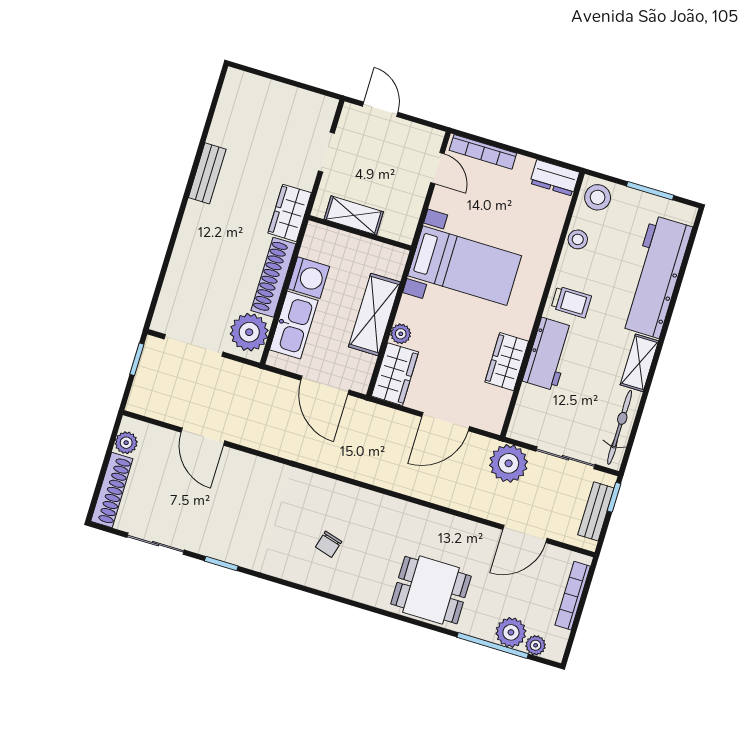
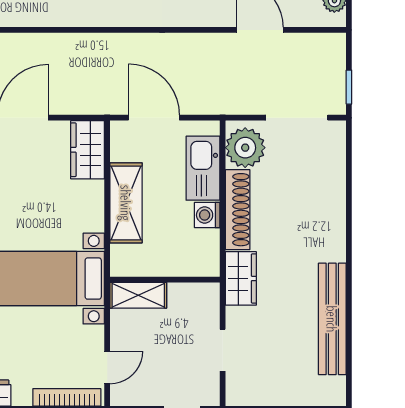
door: (437, 168) -> (107, 367), swing flipped
bench: (207, 173) -> (332, 319), width x1.86, depth x1.21
shelving: (354, 215) -> (138, 295), moved
washing machine: (309, 278) -> (207, 215), width x0.73, depth x0.73
plant: (401, 334) -> (94, 192), removed

